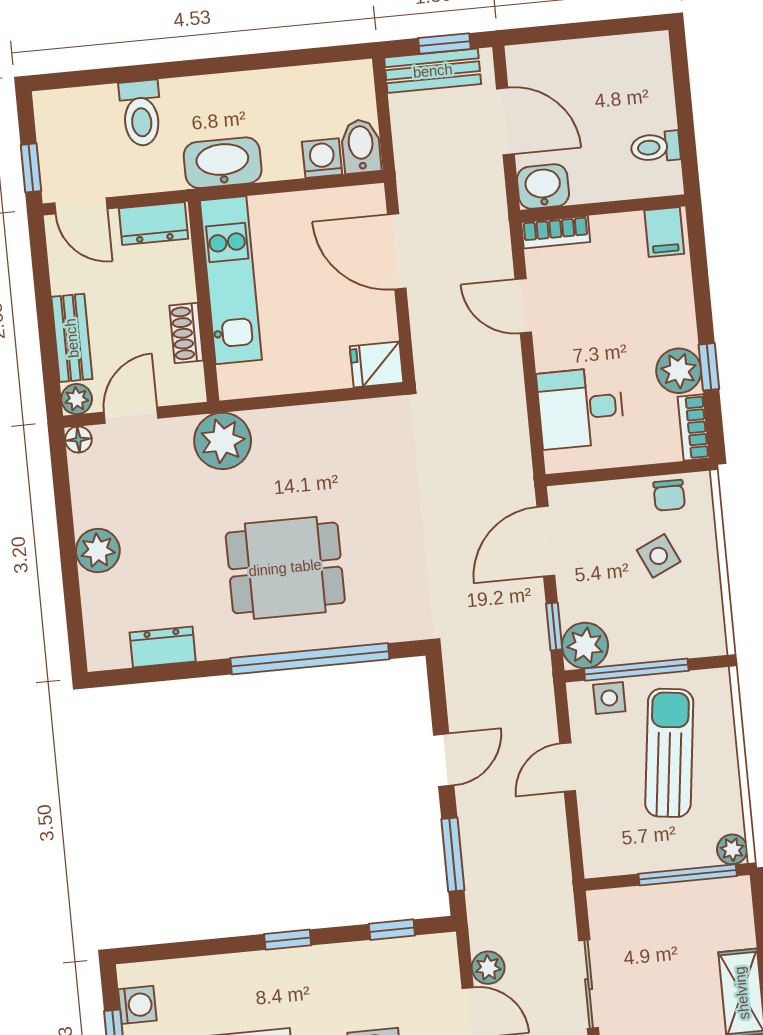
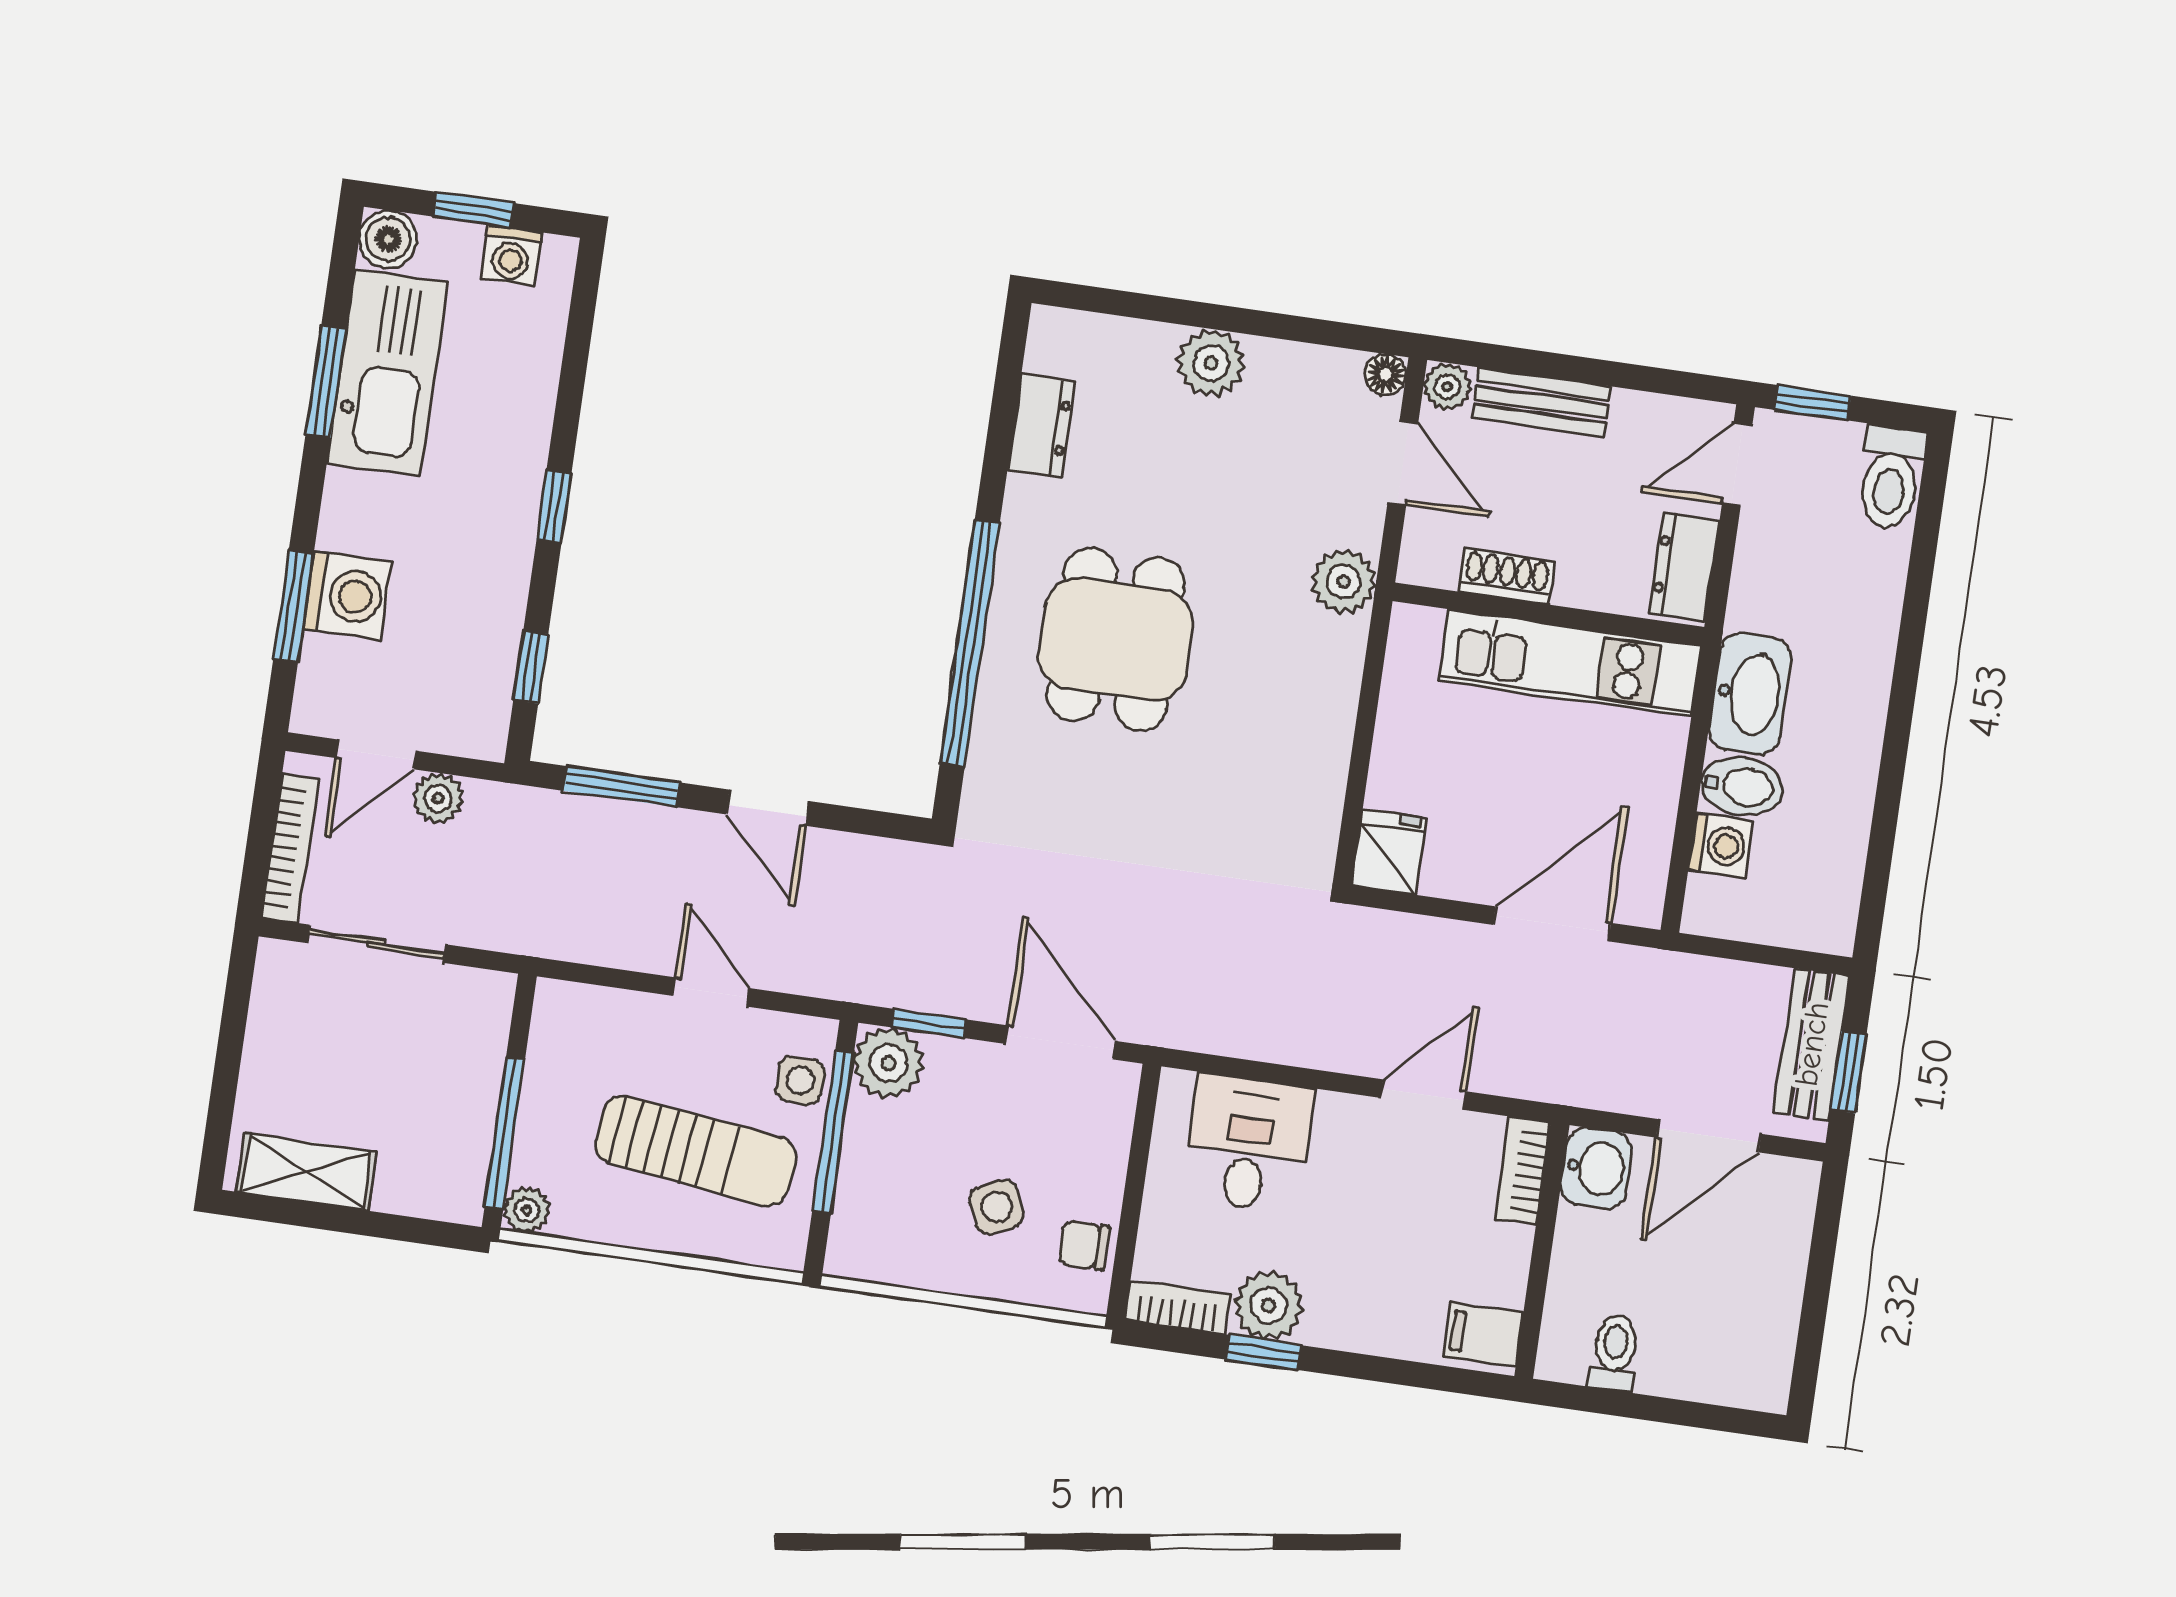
toilet: (141, 113) -> (1891, 477), moved, turned -90
bidet: (361, 146) -> (1742, 786), moved
plant: (223, 441) -> (1344, 582), width x0.73, depth x0.73

